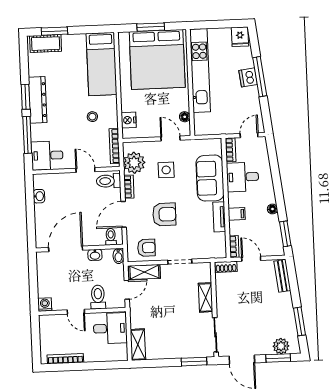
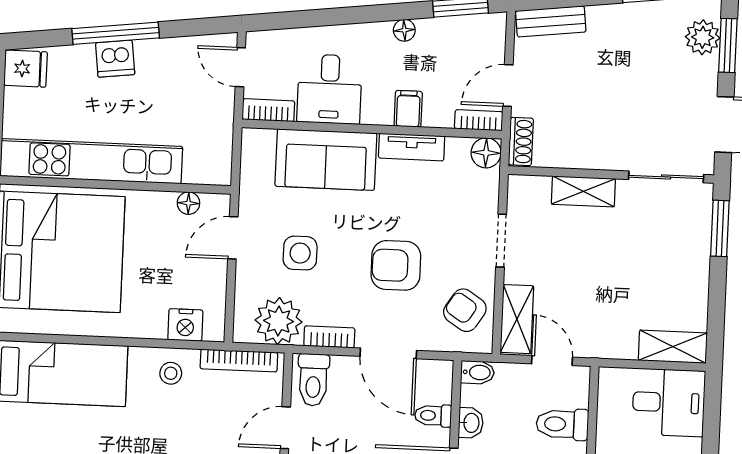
stool: (92, 117) -> (171, 373), moved
armchair: (164, 214) -> (396, 265), turned -90
toilet: (111, 237) -> (433, 416), moved
armchair: (146, 248) -> (465, 310), turned -57
floor lamp: (219, 251) -> (486, 153), added
desk: (110, 328) -> (669, 403), moved, turned 90

